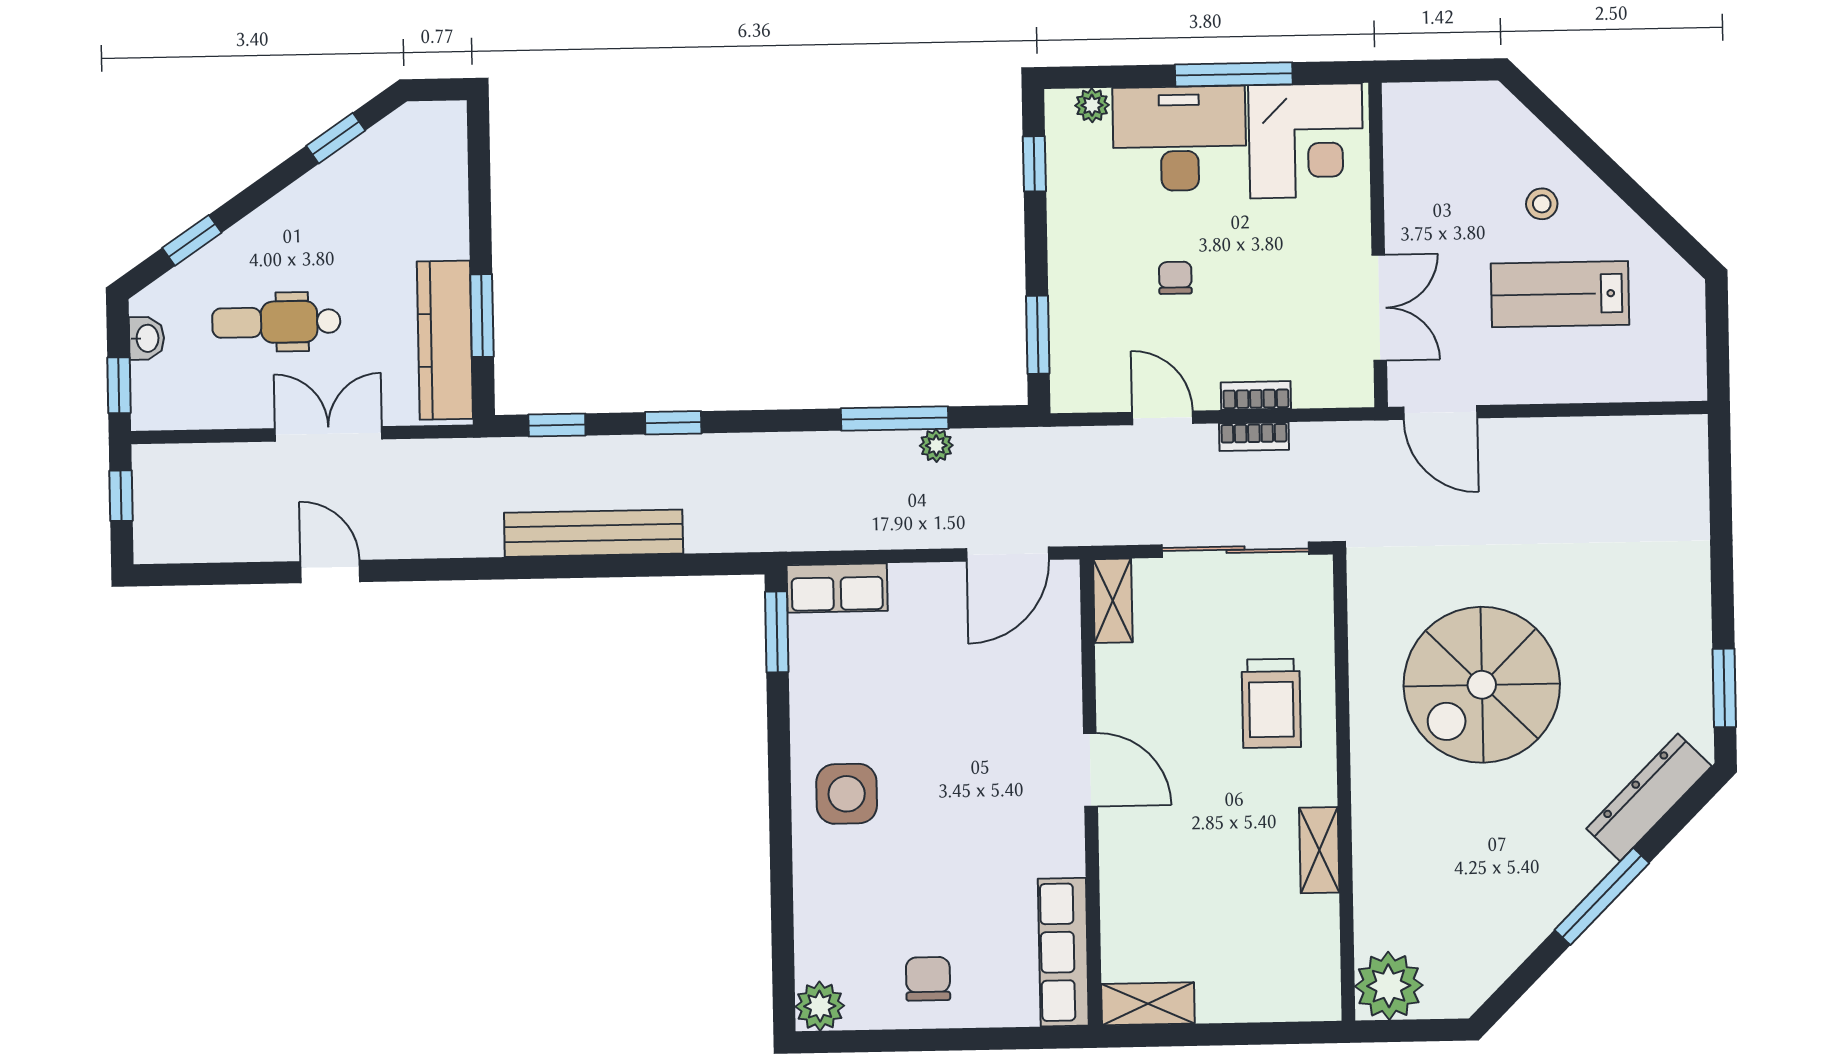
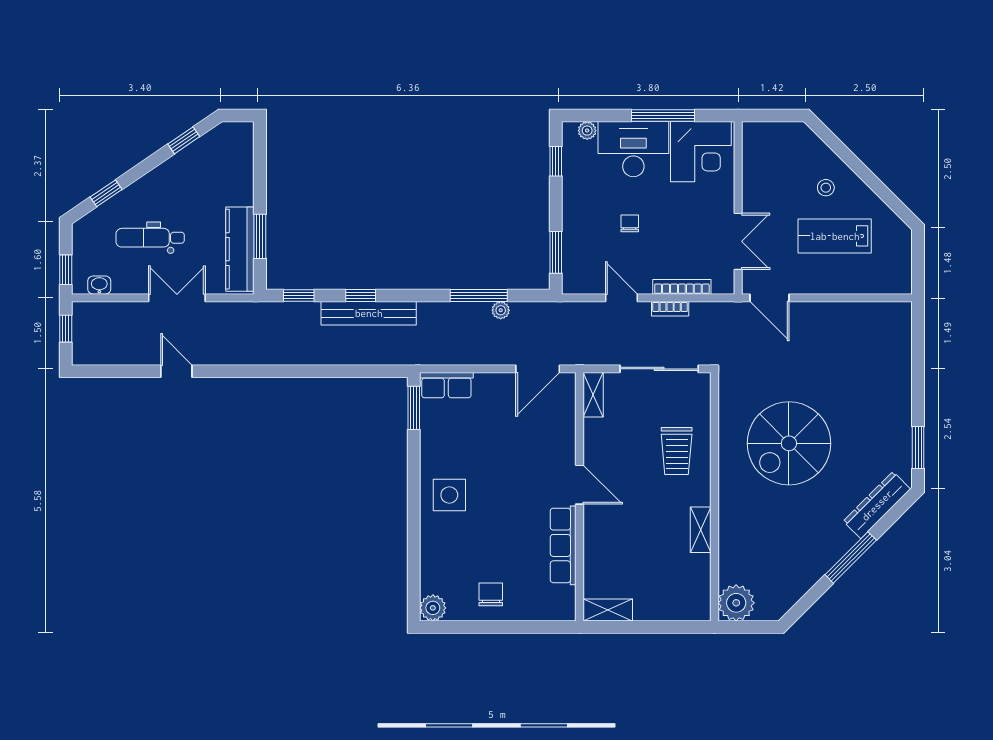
washbasin: (146, 338) -> (99, 285), moved, turned -90
bookcase: (1256, 395) -> (682, 287), width x1.56
bench: (594, 533) -> (369, 313), moved
row of seats: (1063, 952) -> (563, 545), moved

